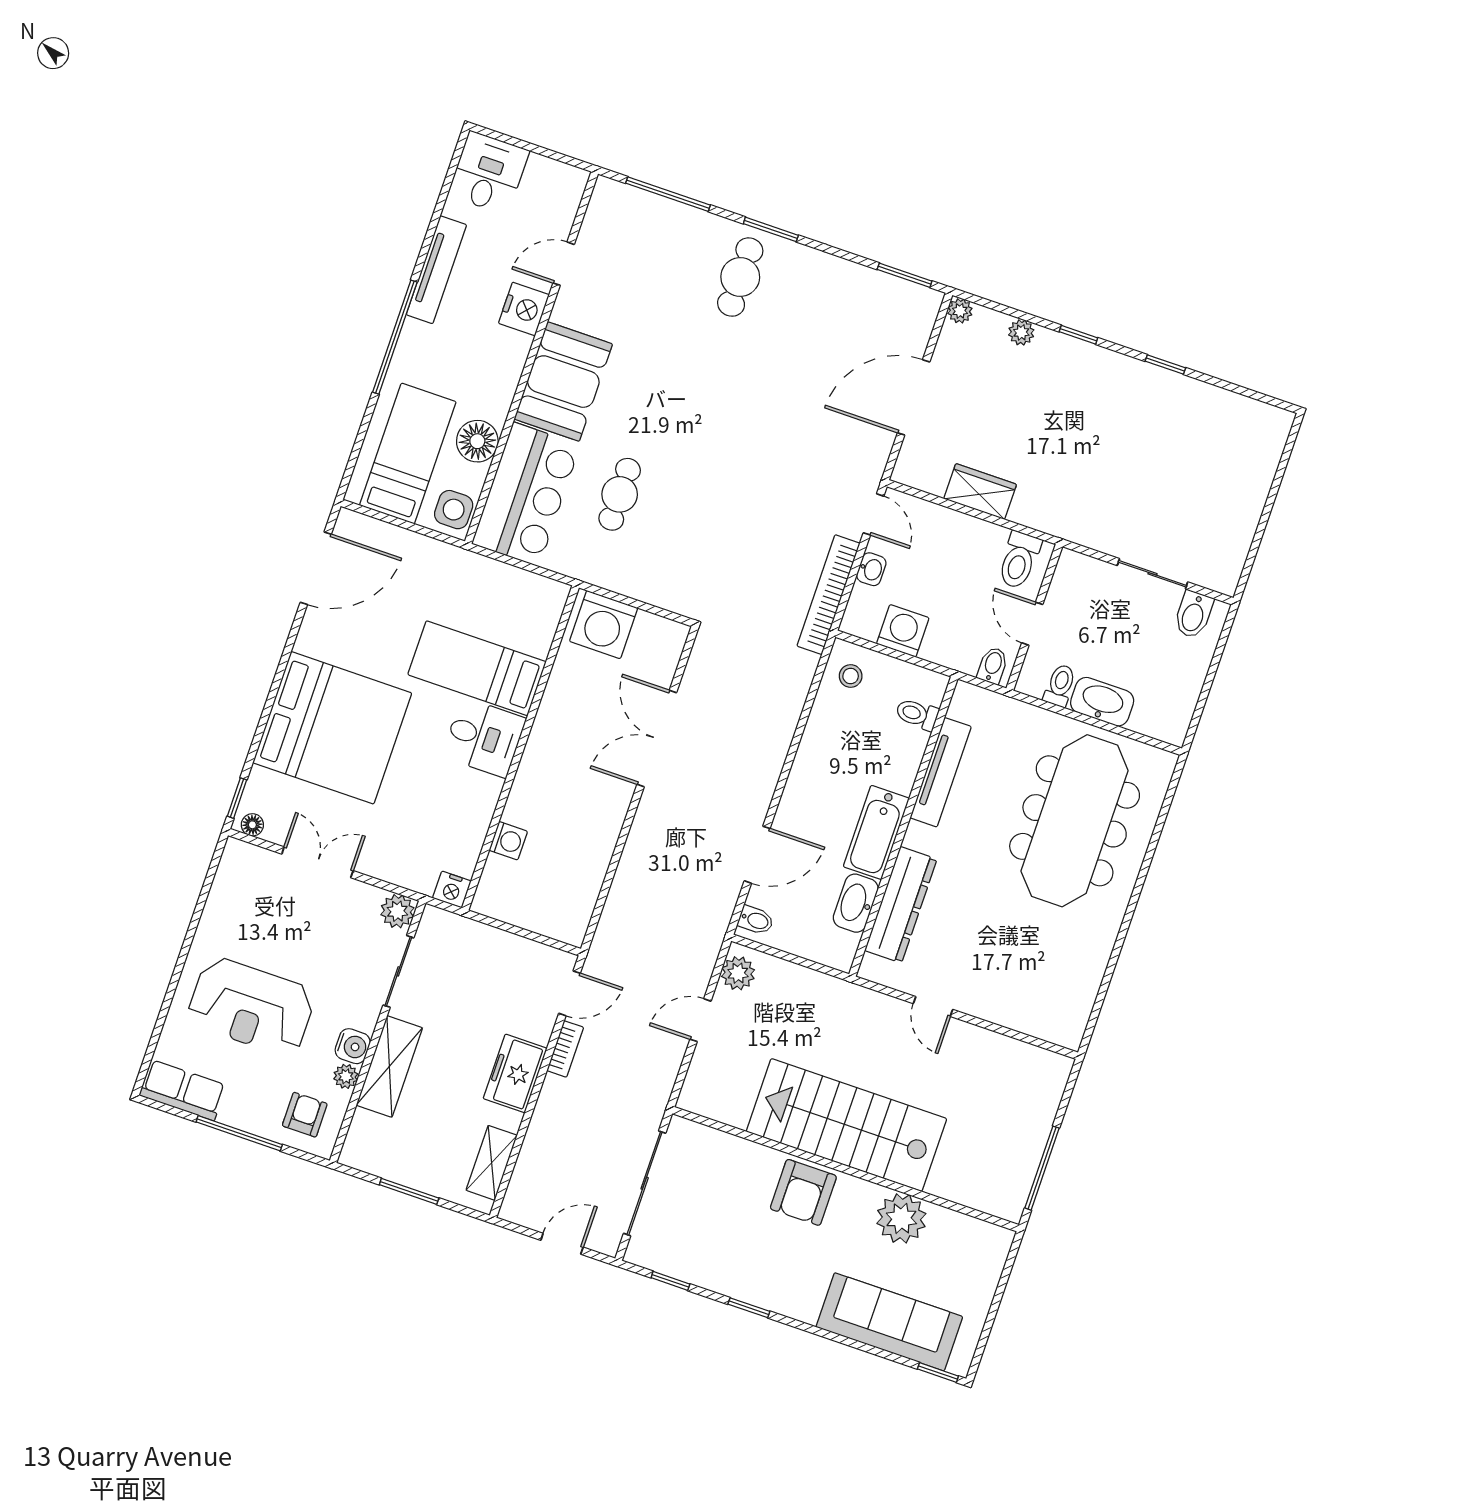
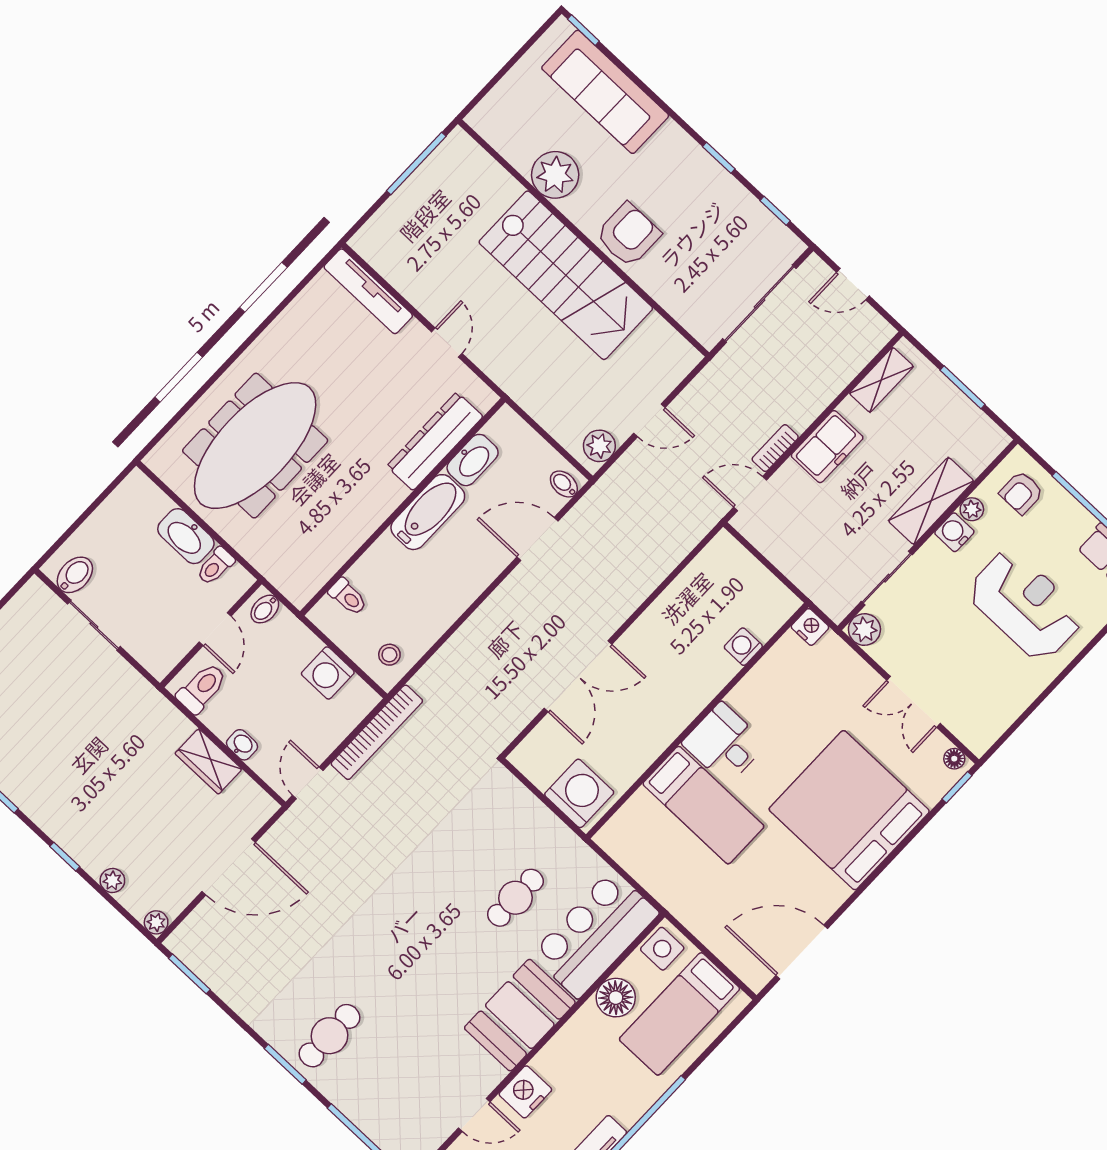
washbasin: (871, 569) -> (242, 745), moved, turned 90
tv unit: (941, 772) -> (368, 291), moved, turned -90

